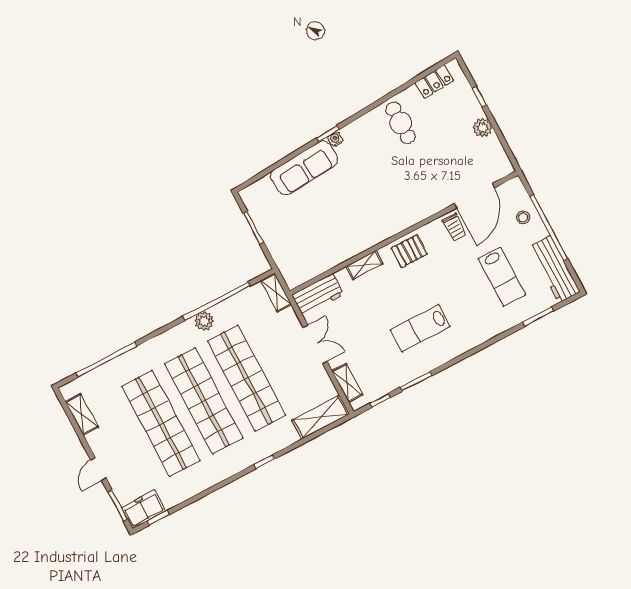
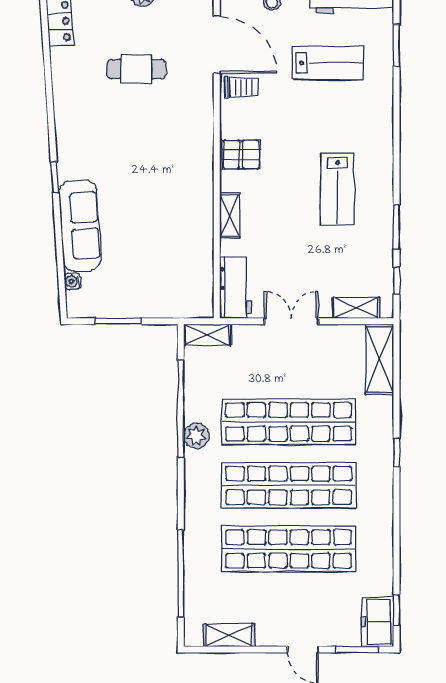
cafe table: (401, 123) -> (136, 69), moved
water cooler: (335, 139) -> (73, 281), moved
pallet: (409, 251) -> (241, 155), turned 90

